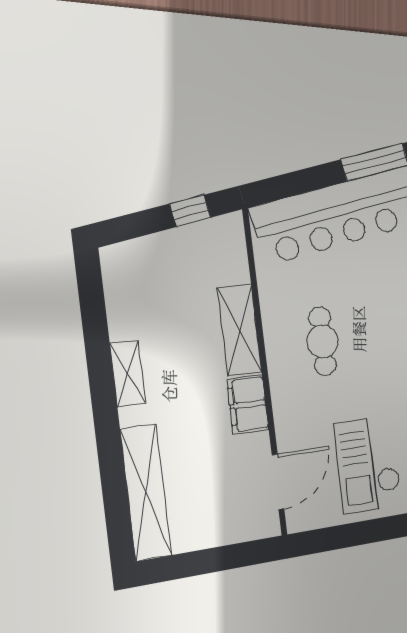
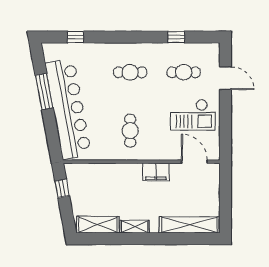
shelving: (240, 330) -> (98, 225), moved
cafe table: (323, 341) -> (130, 131), turned 90

